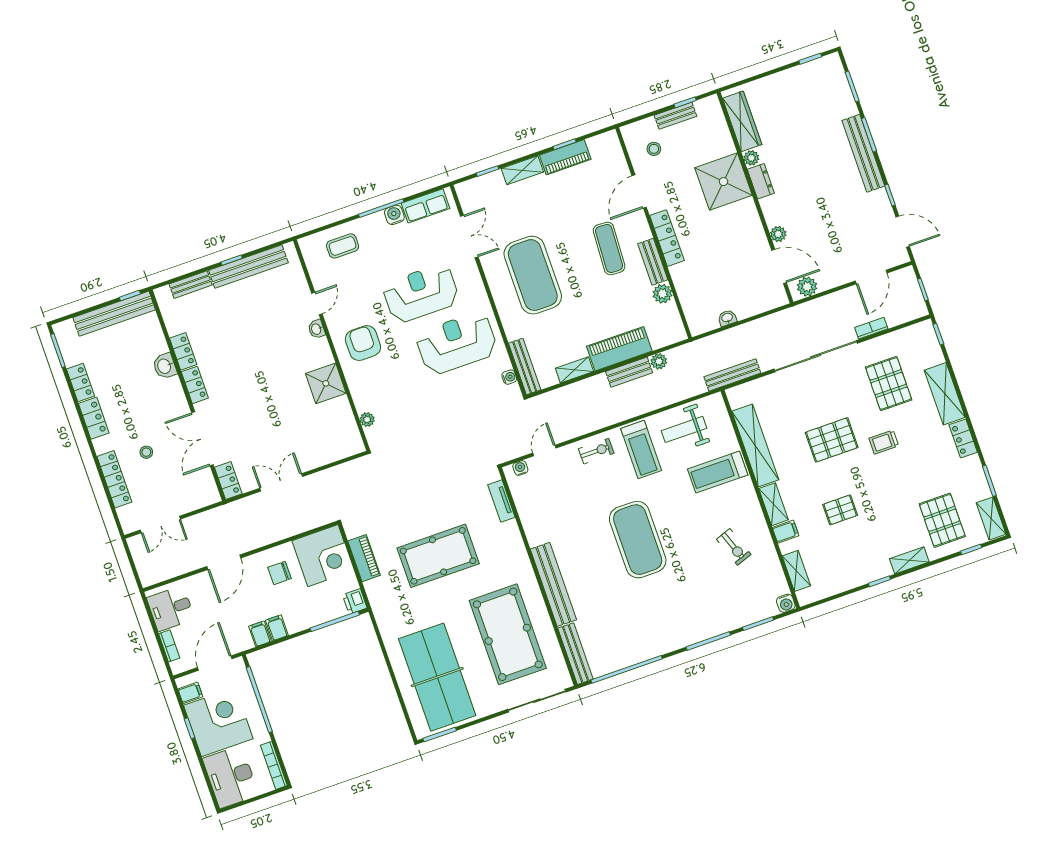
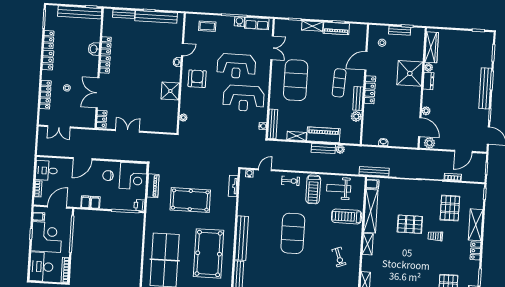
reception desk: (421, 293) -> (236, 66), turned 180
reception desk: (457, 343) -> (244, 98), turned 180
pallet: (840, 510) -> (400, 261), removed
filing cabinet: (786, 532) -> (373, 184), moved

